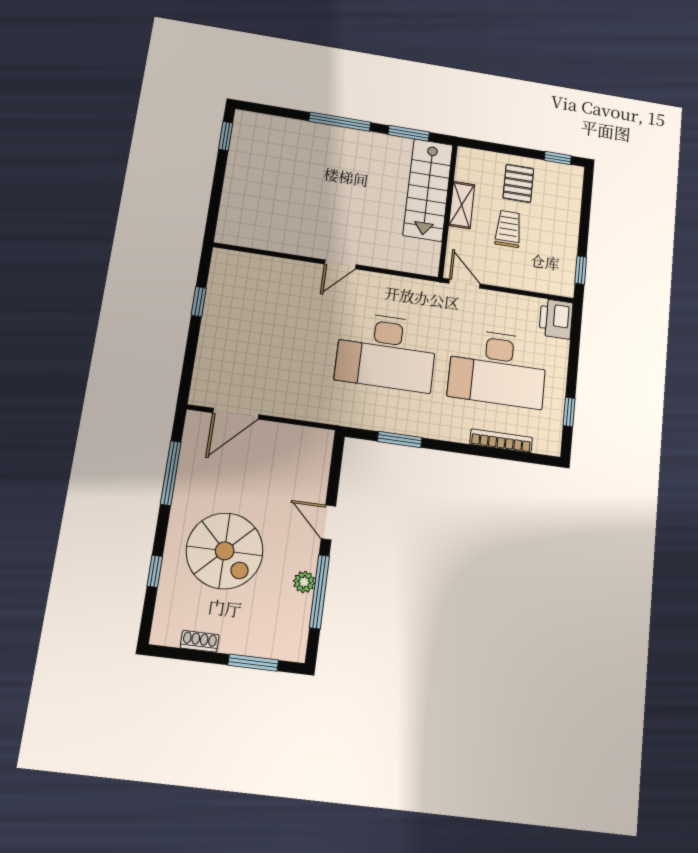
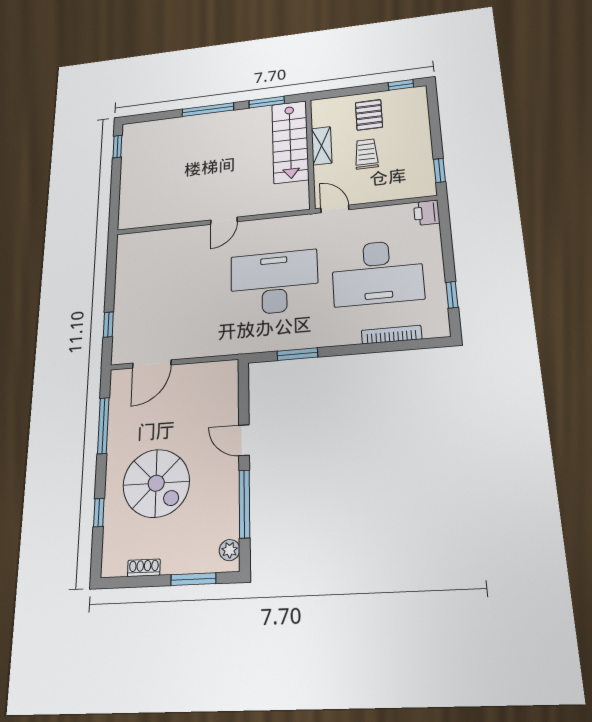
window: (199, 302) -> (108, 325), moved
printer: (556, 319) -> (427, 213), width x0.73, depth x0.81
desk: (386, 352) -> (274, 283), turned 180
plant: (304, 582) -> (230, 550), moved

